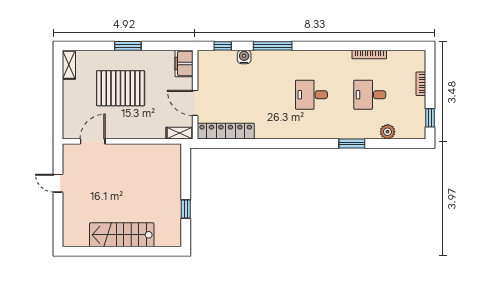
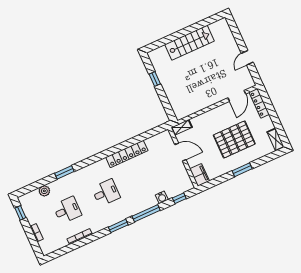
window: (315, 46) -> (118, 226), added
locker: (69, 119) -> (259, 103), added
locker: (226, 131) -> (127, 154), moved
door: (58, 183) -> (247, 58), swing flipped

